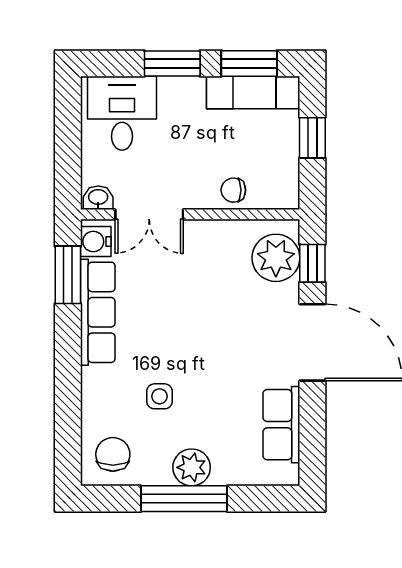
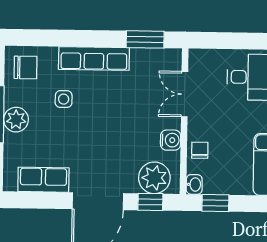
window: (312, 138) -> (215, 203), moved
washbasin: (98, 198) -> (194, 184), moved
water cooler: (96, 242) -> (171, 140), moved, turned 90
row of seats: (98, 312) -> (94, 58), moved

